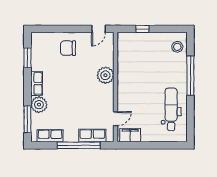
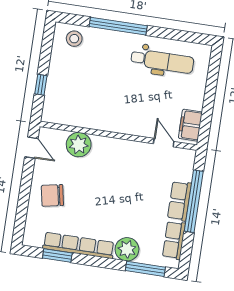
chair: (68, 48) -> (52, 195), turned 79
plant: (105, 75) -> (79, 145), moved
row of seats: (37, 84) -> (79, 245), width x2.02
dental chair: (171, 109) -> (162, 61), turned 180
row of seats: (92, 136) -> (179, 201), moved

